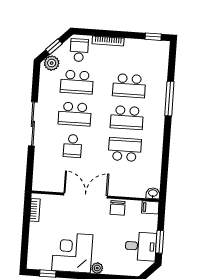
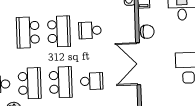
school desk: (129, 86) -> (28, 32), turned 180
school desk: (125, 149) -> (90, 30), width x0.54

